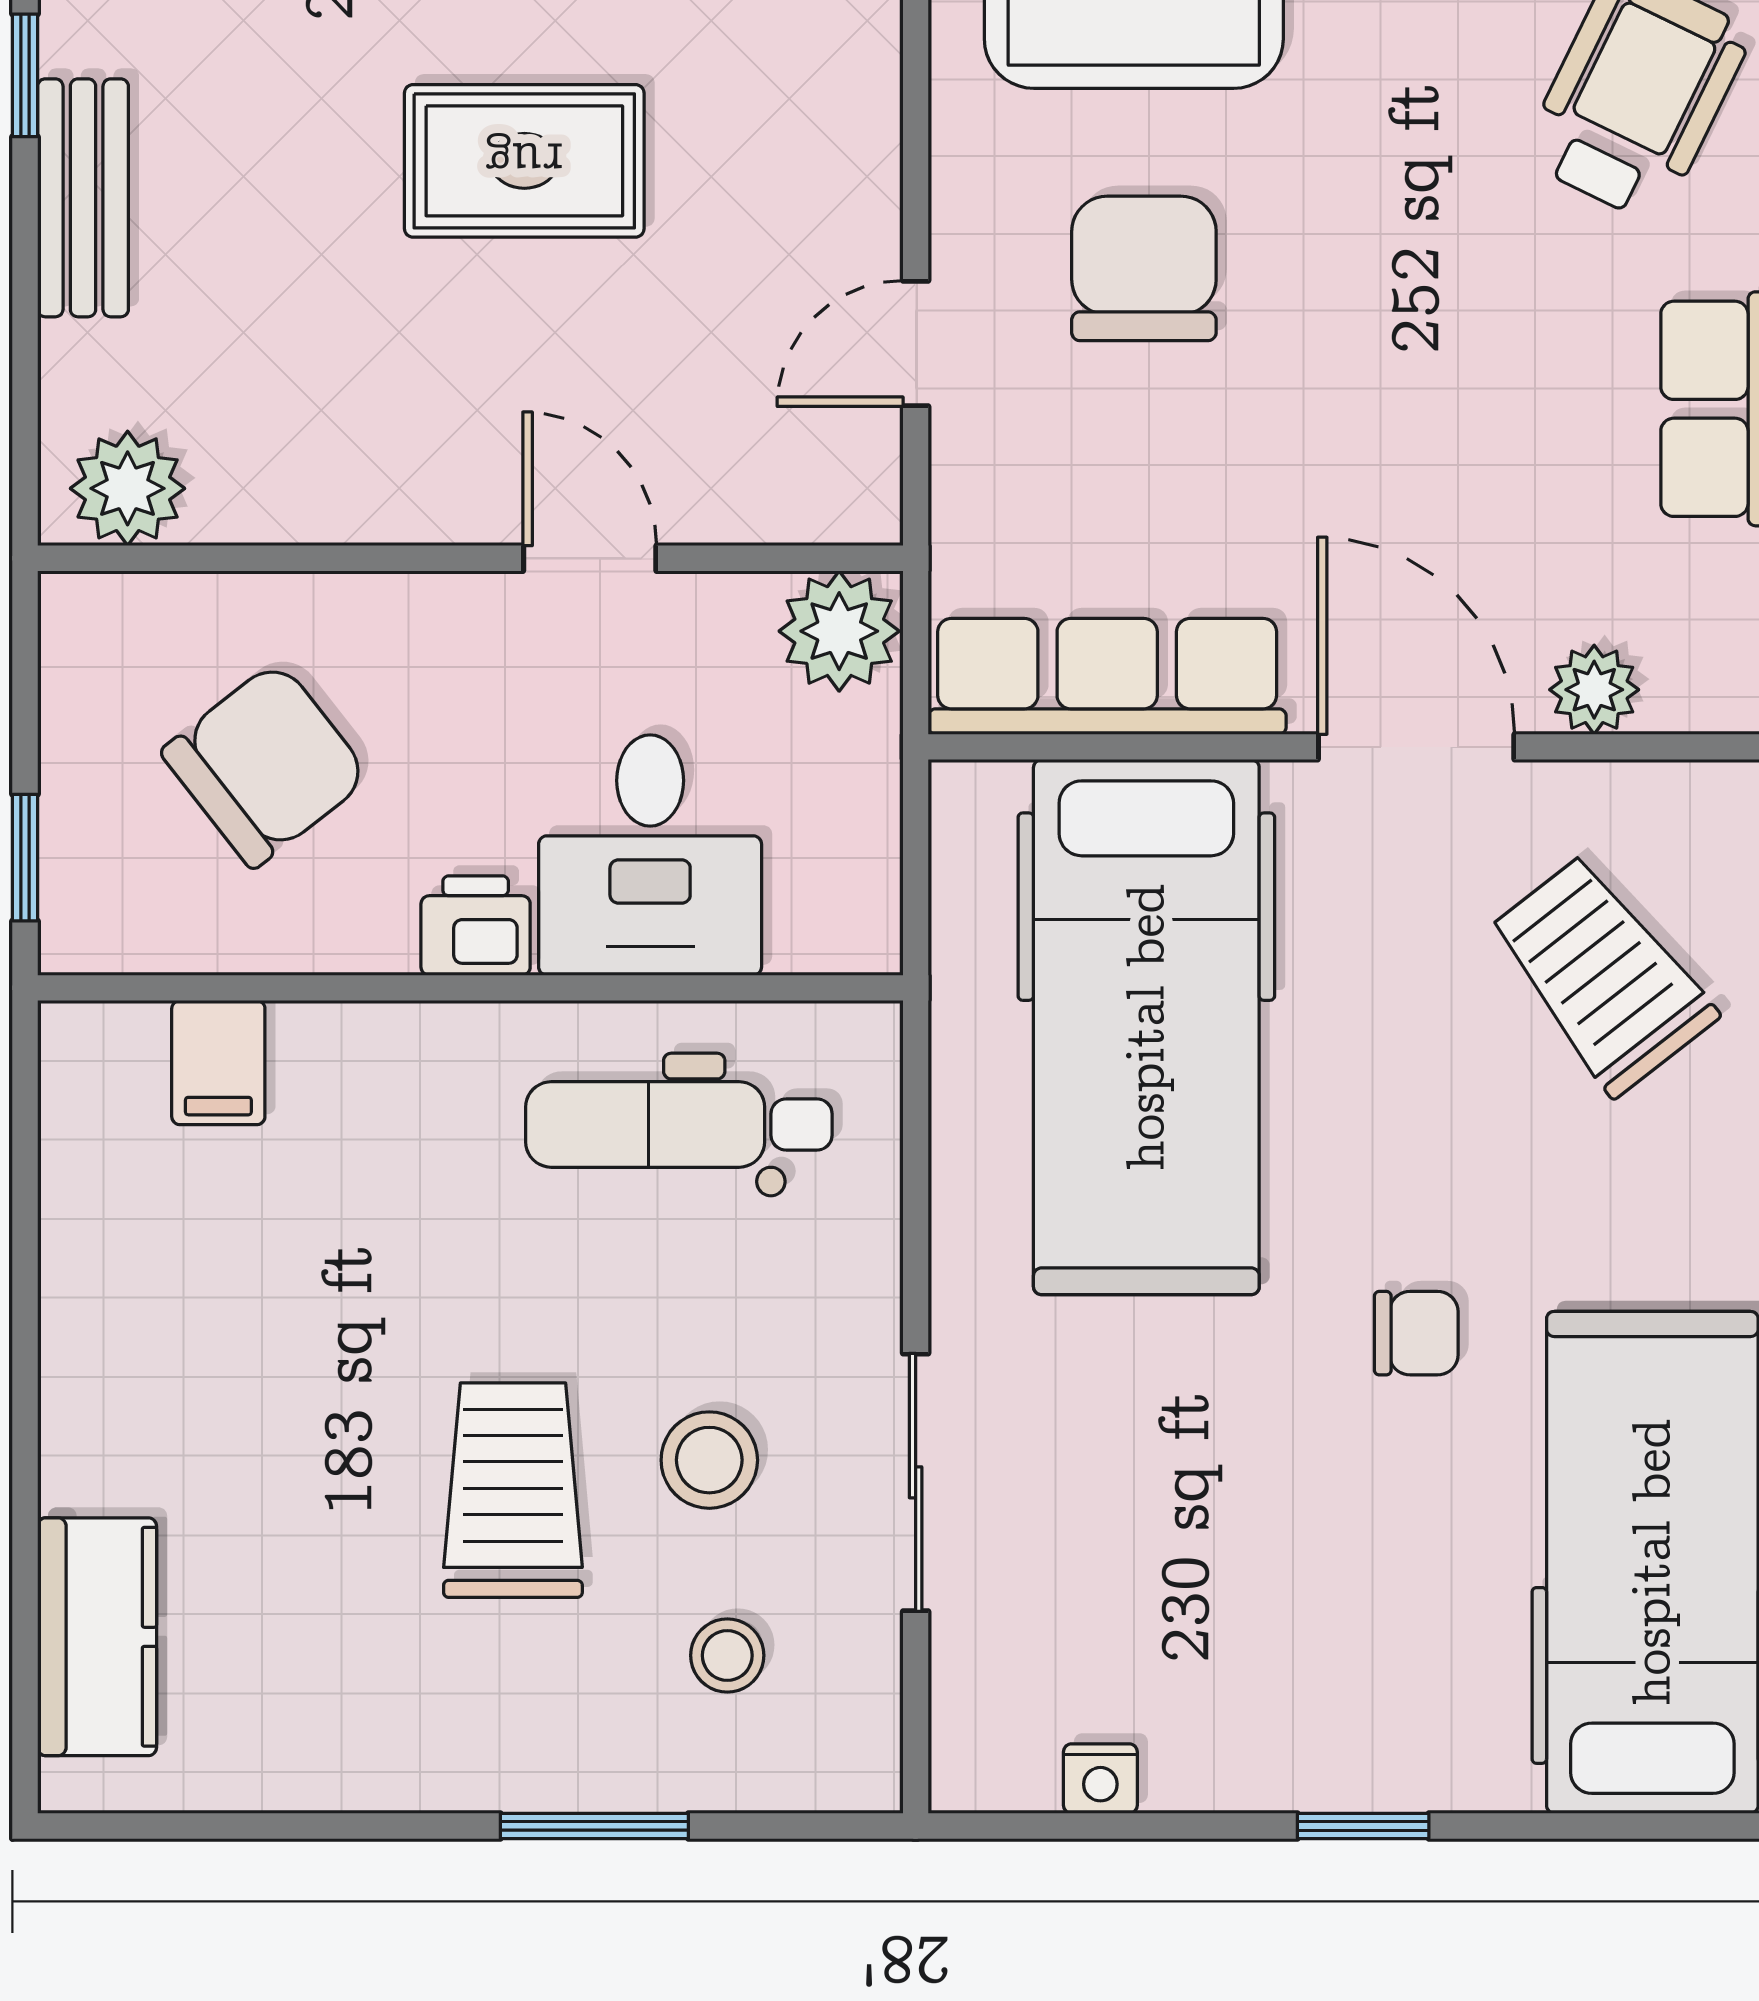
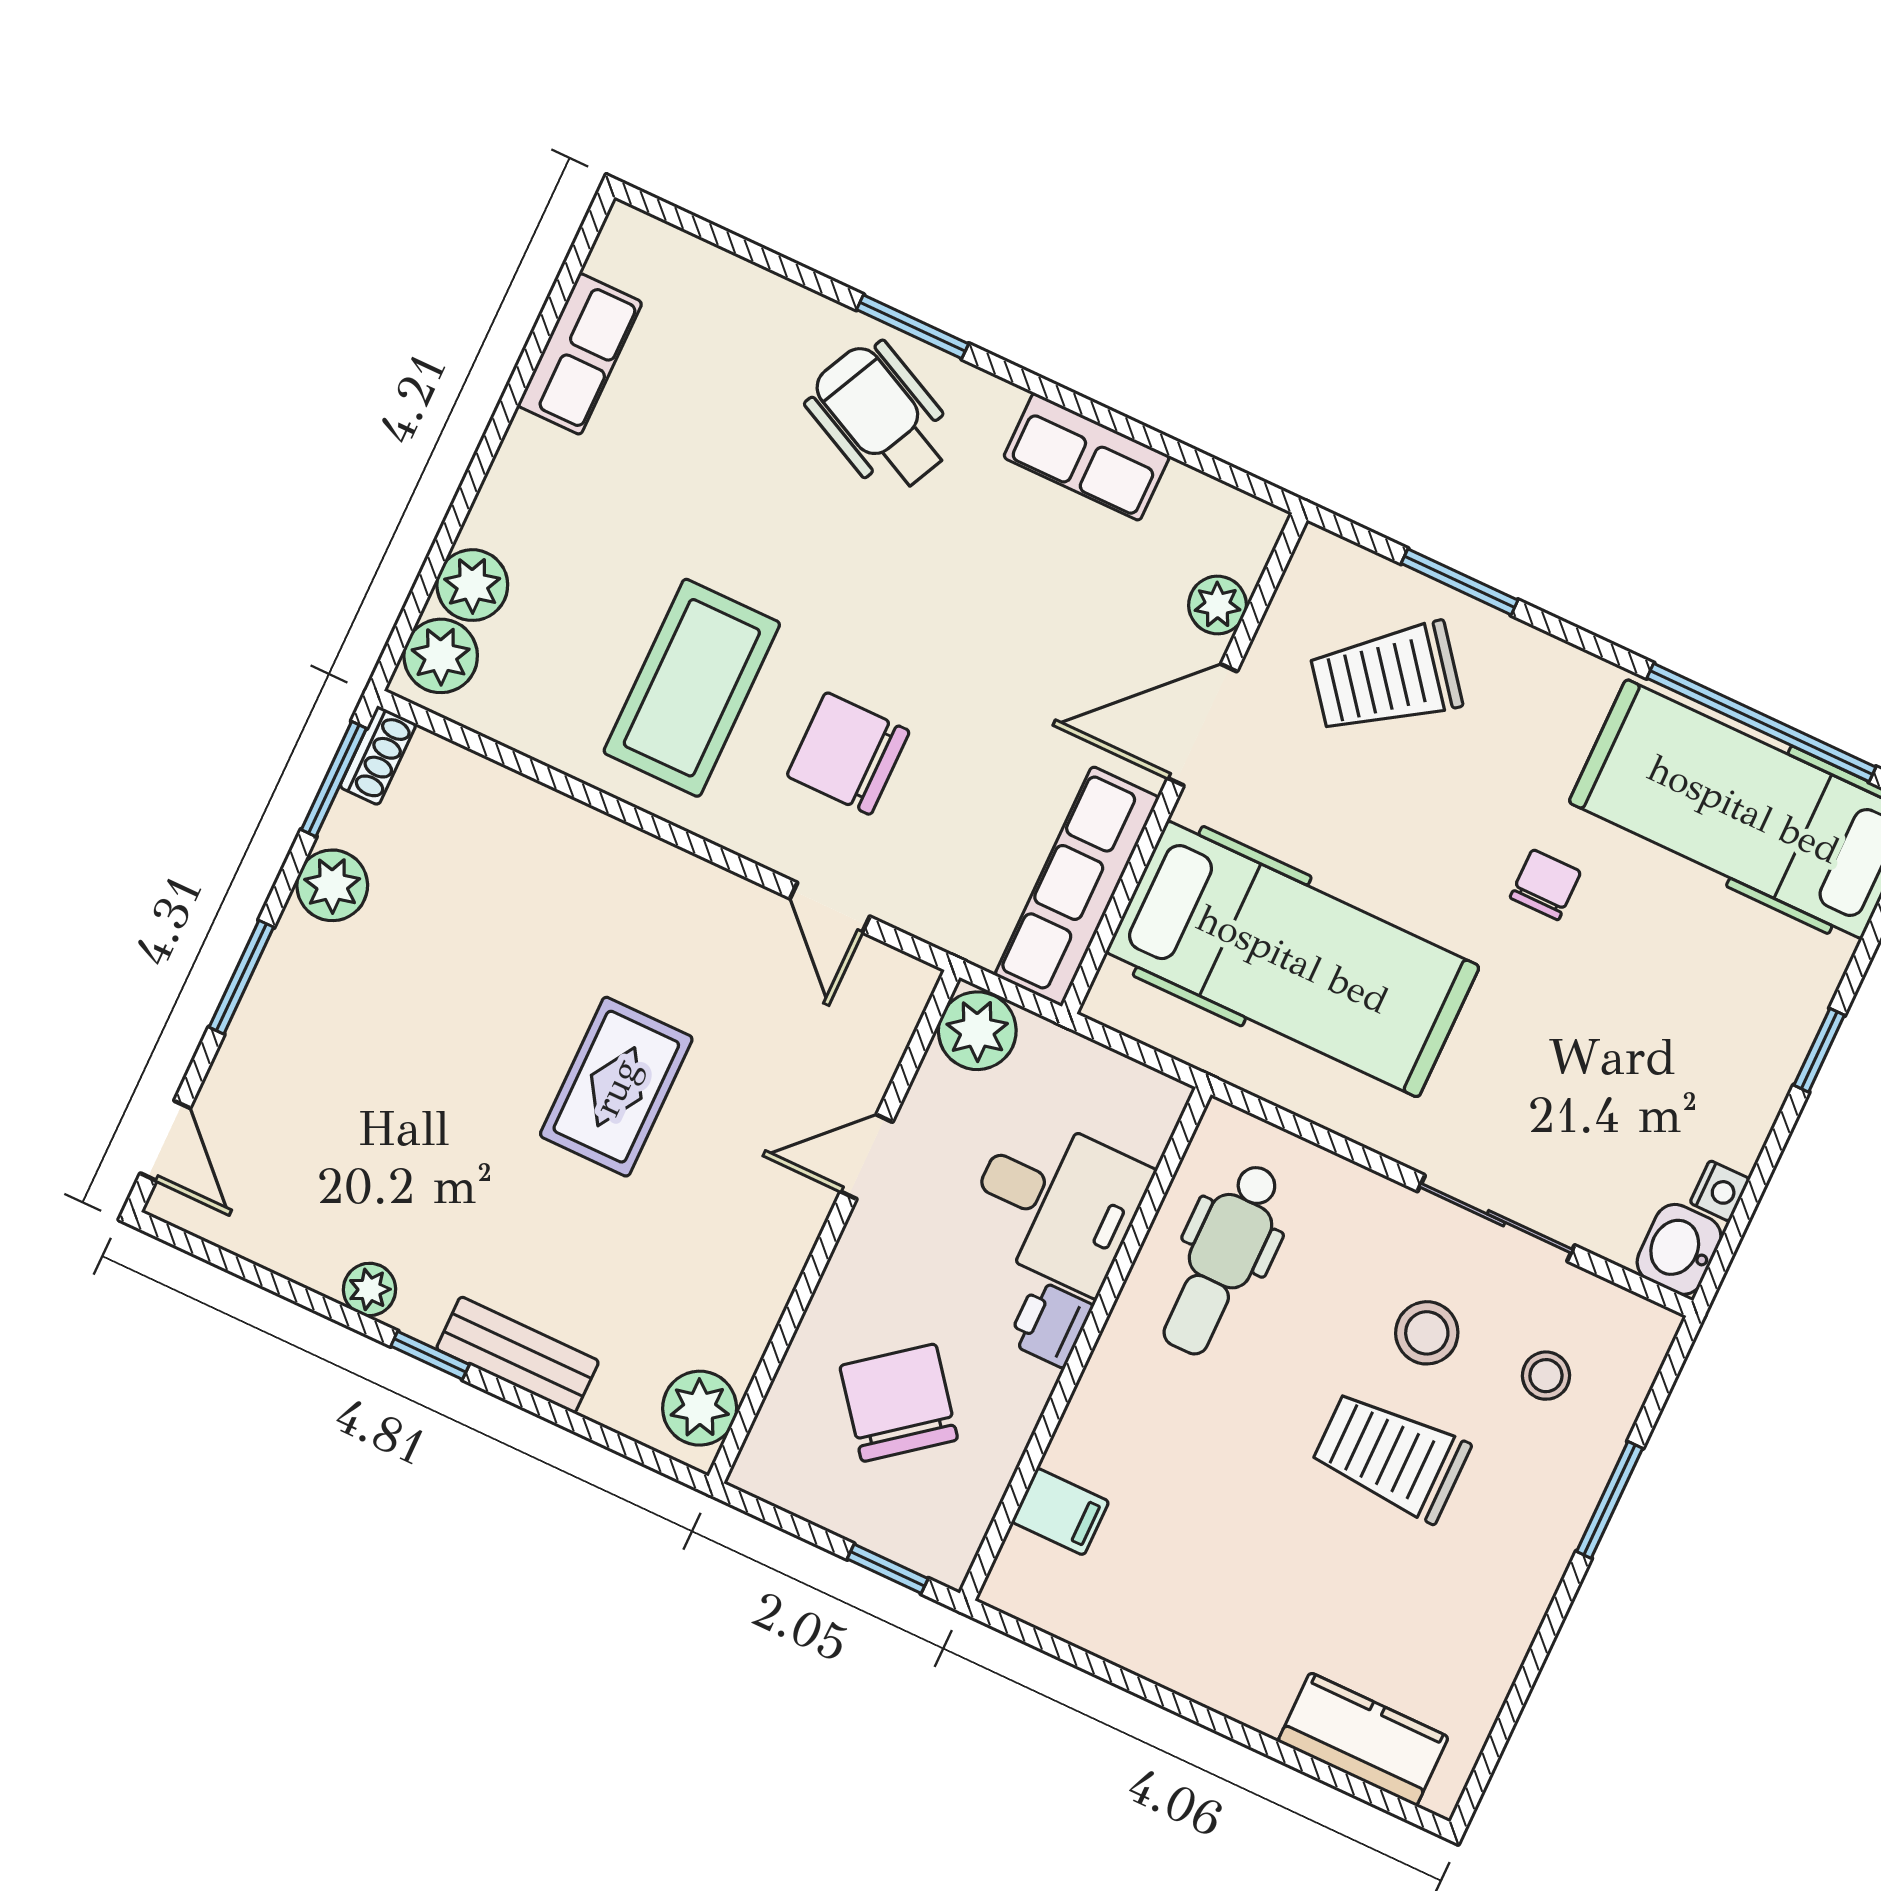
washbasin: (992, 1760) -> (1679, 1249), added

